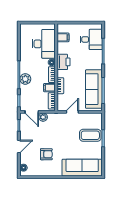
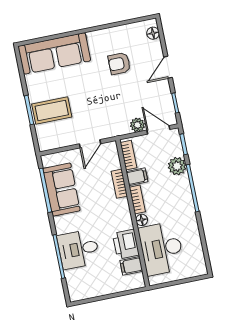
desk: (91, 39) -> (79, 249), moved
printer: (63, 62) -> (126, 244), moved
plant: (25, 79) -> (177, 166), moved
sofa: (94, 89) -> (61, 190), width x0.73

